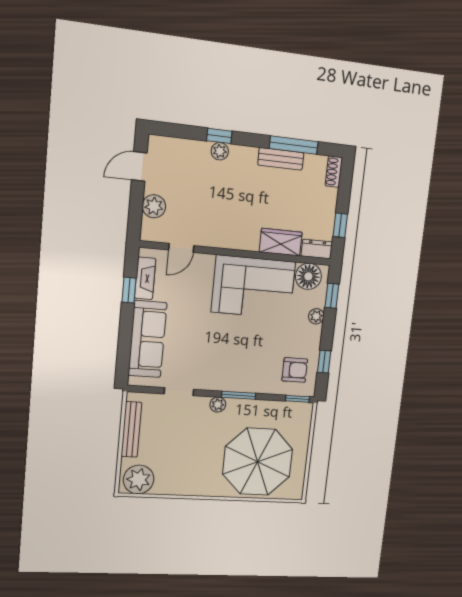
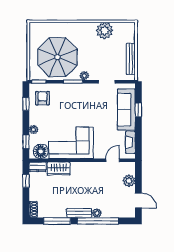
window: (219, 136) -> (98, 221), width x3.17
bench: (281, 159) -> (79, 213), moved
door: (139, 166) -> (138, 200), hinge flipped
window: (129, 290) -> (138, 110), moved
armchair: (295, 370) -> (42, 98), turned 90
parasol: (258, 462) -> (57, 57), moved
plant: (139, 479) -> (105, 31), moved

